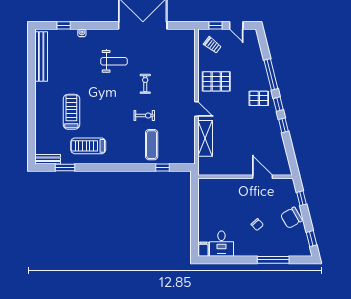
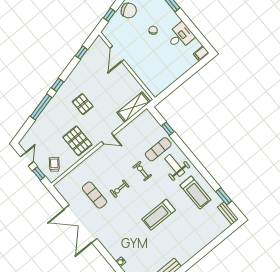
exercise mat: (158, 58) -> (95, 195), added
weight bench: (114, 61) -> (175, 166), moved
pallet: (259, 98) -> (83, 104), moved
door: (197, 109) -> (108, 139), swing flipped
treadmill: (71, 112) -> (159, 215), moved
window: (283, 125) -> (81, 53), moved
shelving: (205, 138) -> (134, 107), moved
desk: (221, 244) -> (180, 36), moved

